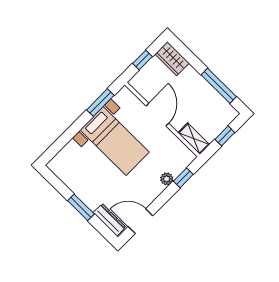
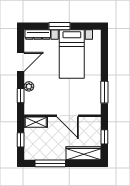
wardrobe: (172, 59) -> (84, 153), width x1.50
bed with nightstands: (115, 141) -> (72, 54), moved, turned -90
door: (140, 221) -> (21, 62), moved

